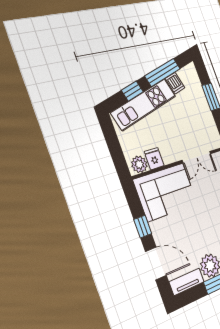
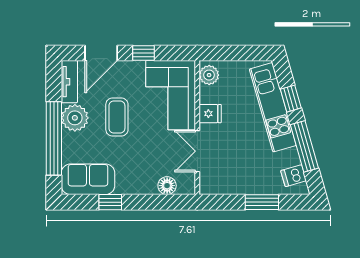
dishwasher: (175, 83) -> (294, 176), moved
fridge: (154, 159) -> (210, 114), moved
coffee table: (197, 231) -> (117, 117), added

